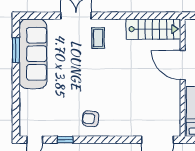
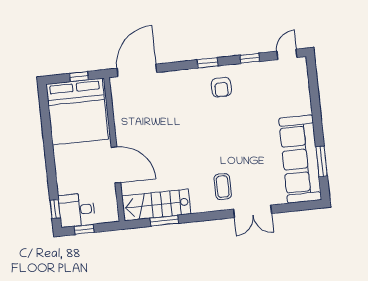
window: (148, 16) -> (164, 221), added
armchair: (91, 119) -> (221, 87), turned 85
window: (100, 140) -> (207, 63), added

